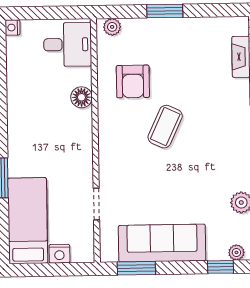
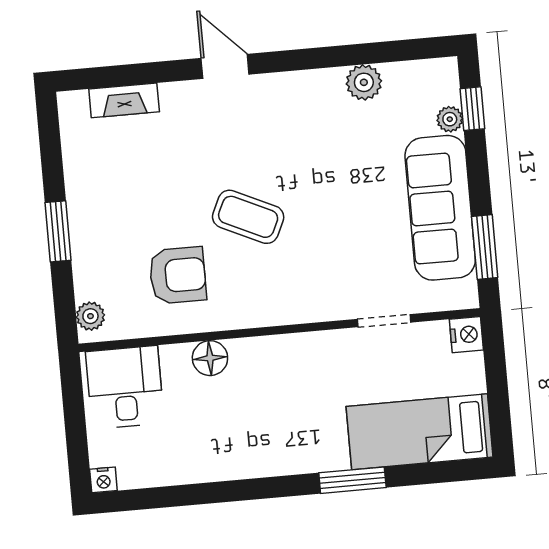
plant: (236, 252) -> (450, 119), moved
nightstand: (59, 254) -> (466, 335), moved

